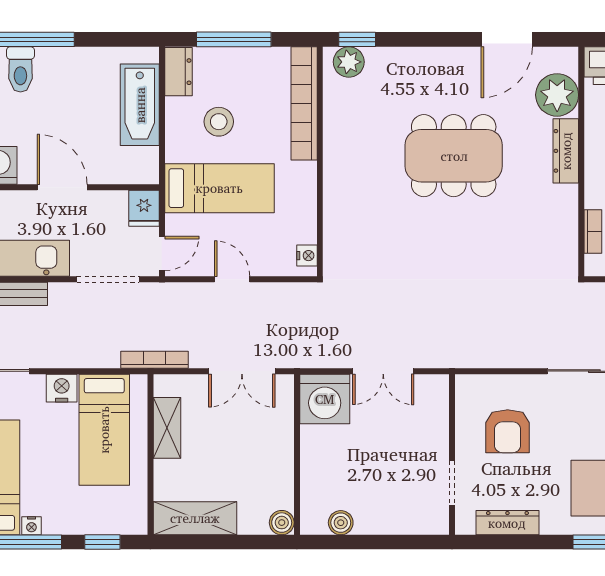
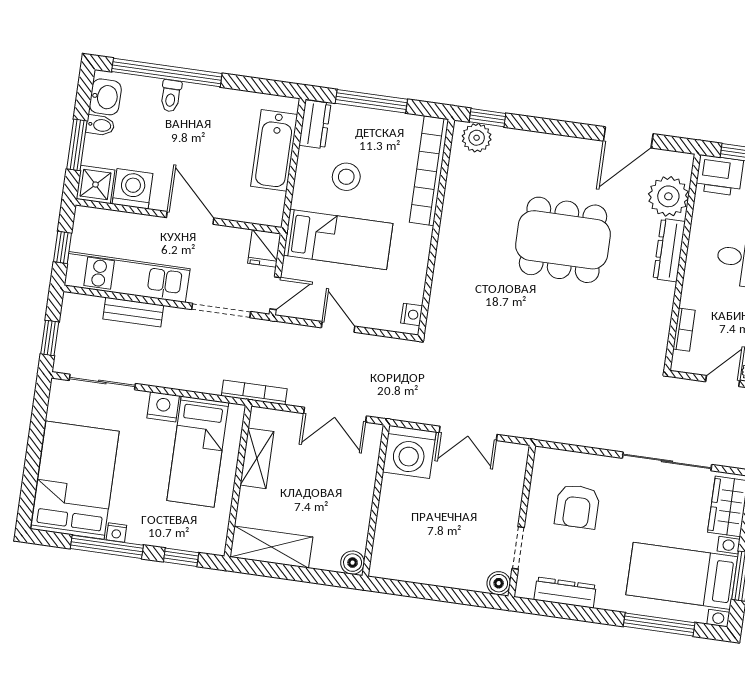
toilet: (20, 69) -> (171, 96), width x0.73, depth x0.72
boiler: (341, 523) -> (499, 583), moved

